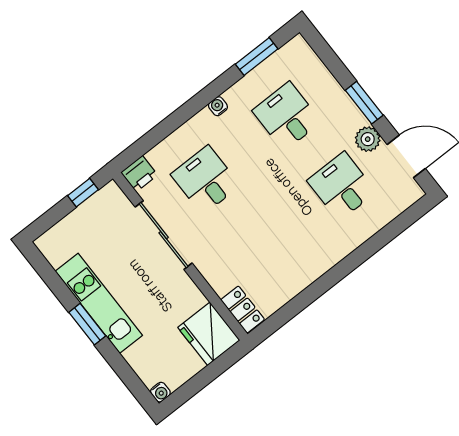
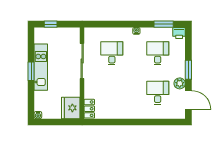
printer: (139, 174) -> (179, 33), moved
window: (83, 193) -> (51, 24), moved

